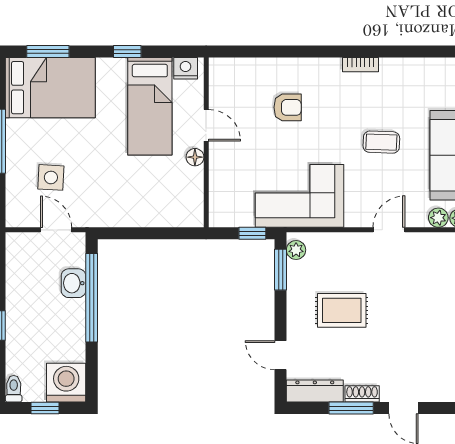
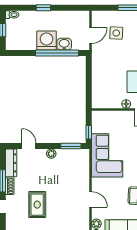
plant: (296, 250) -> (51, 154), moved
rug: (342, 310) -> (37, 205), moved
door: (281, 355) -> (29, 146), hinge flipped
washing machine: (66, 383) -> (47, 41), moved, turned -90

